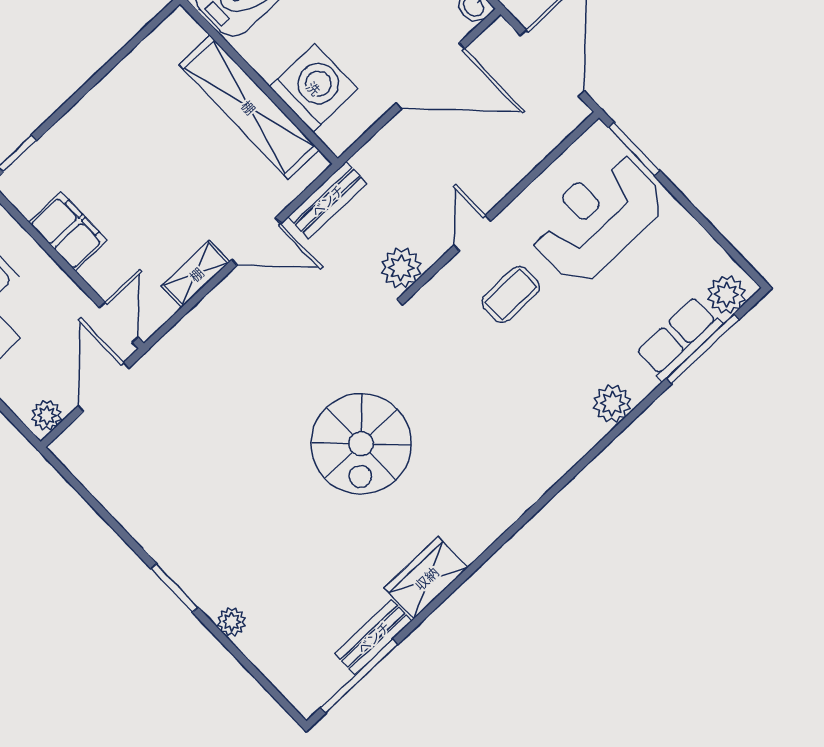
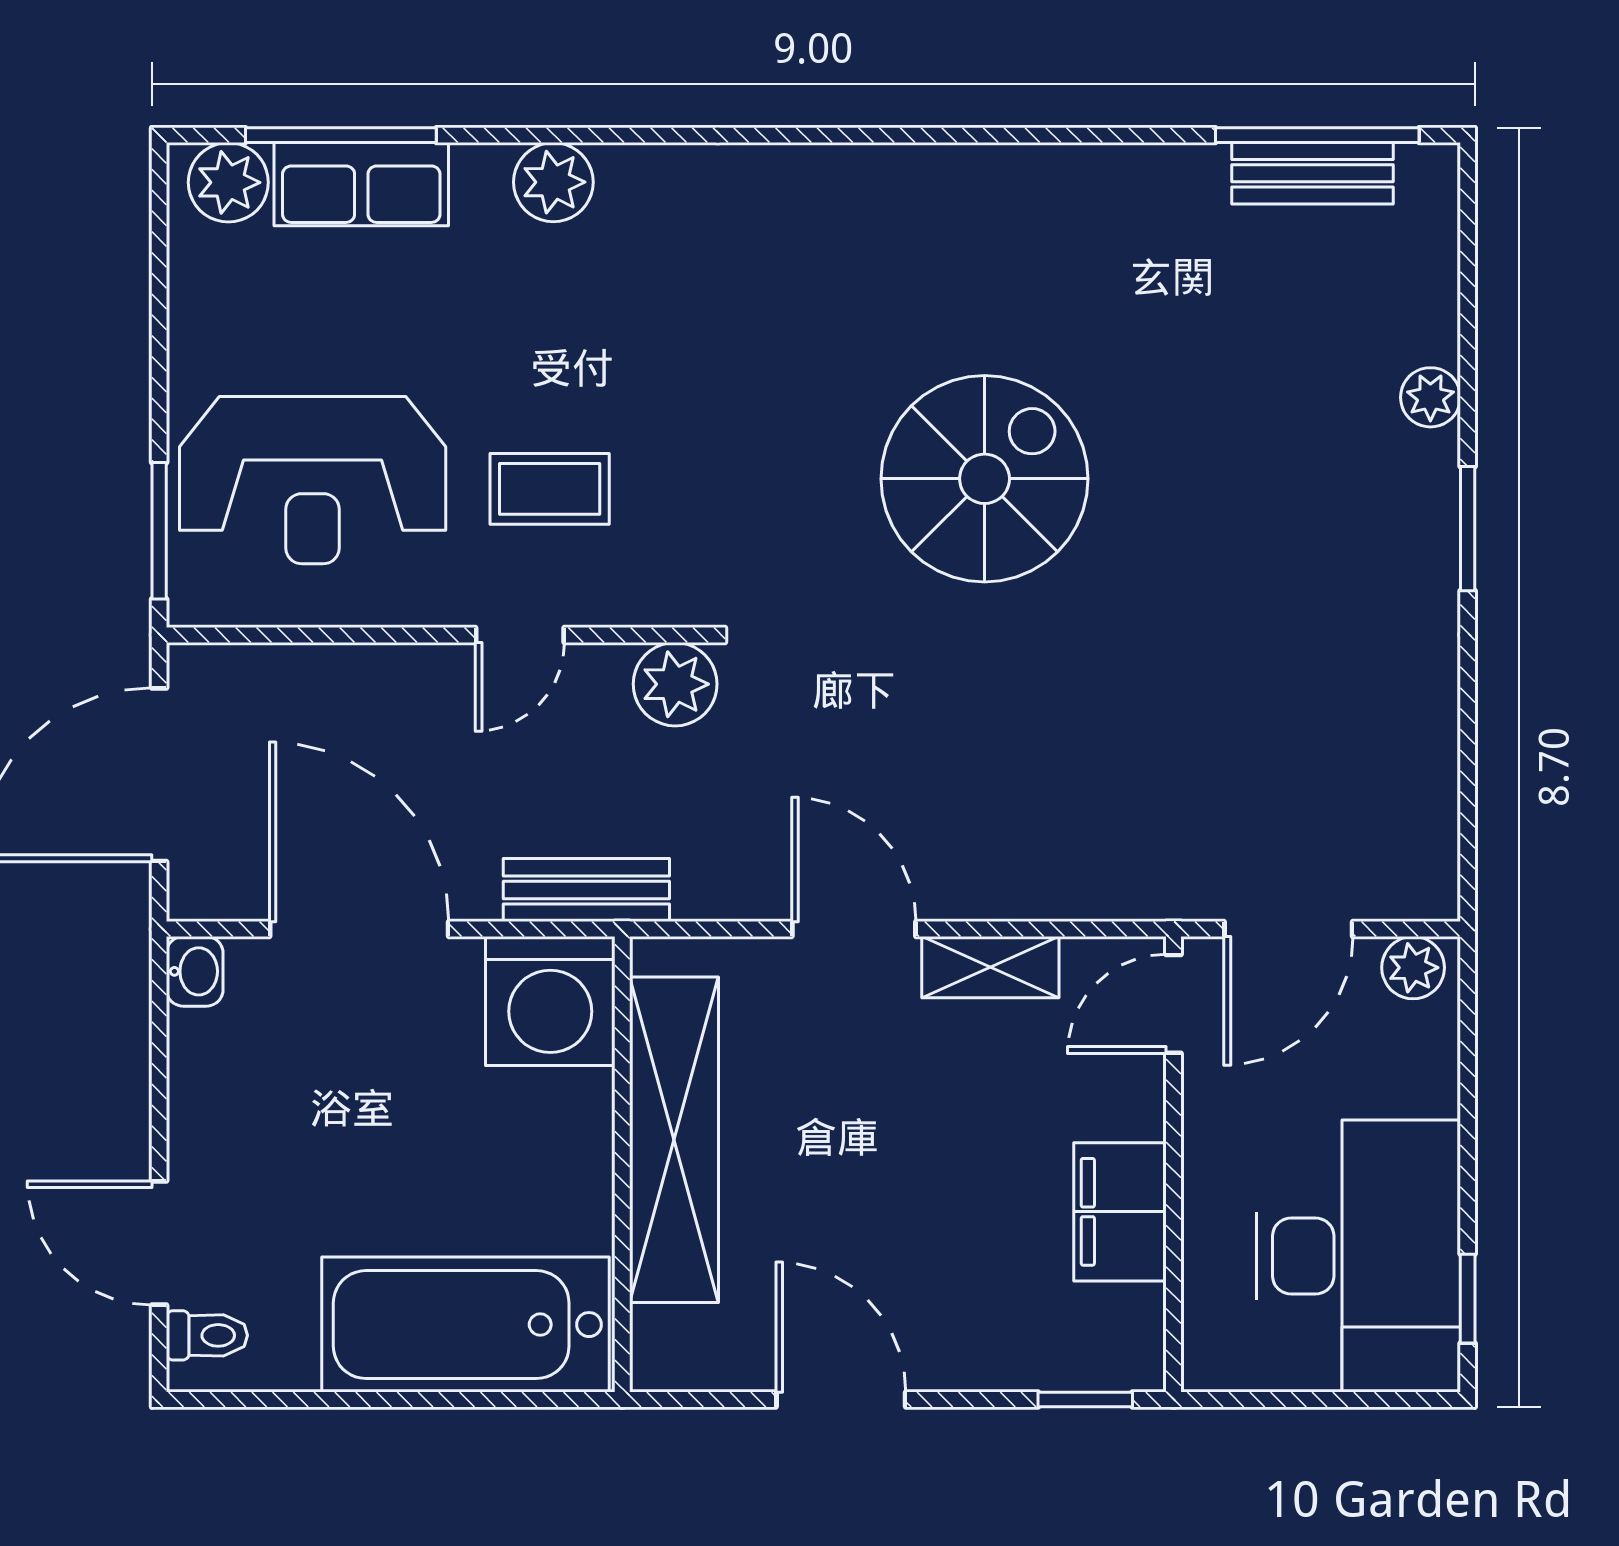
door: (103, 72) -> (841, 1400), added
washing machine: (314, 88) -> (550, 1001), moved, turned -90
bench: (327, 200) -> (586, 890), moved
wardrobe: (426, 578) -> (1078, 187), removed
bench: (373, 637) -> (1313, 173), moved

